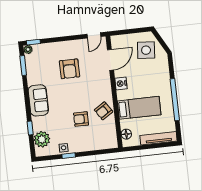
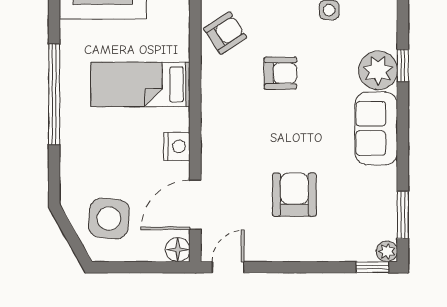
armchair: (104, 111) -> (225, 33), moved
floor lamp: (126, 134) -> (178, 250), moved
plant: (42, 139) -> (378, 70), moved

